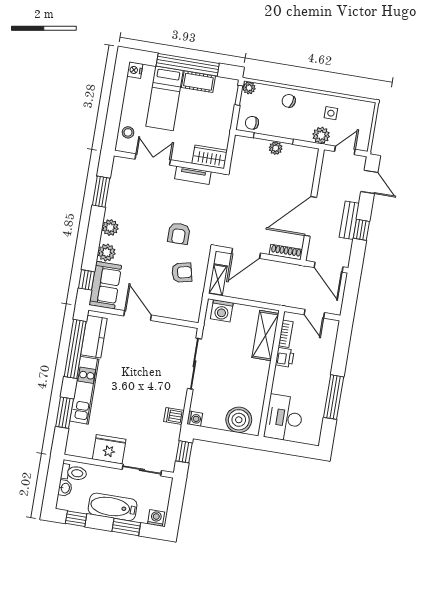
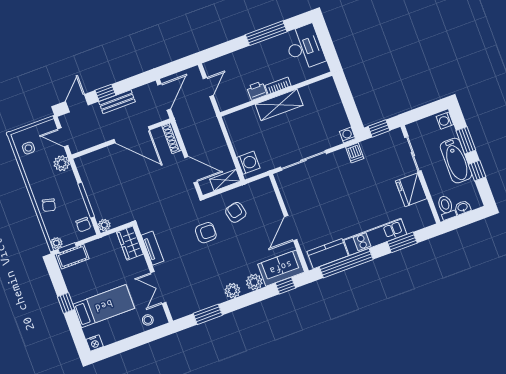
window: (188, 65) -> (66, 303), width x0.32
cot: (198, 82) -> (73, 257), moved, turned 90
side table: (331, 113) -> (28, 148), moved
plant: (276, 148) -> (104, 225), moved
window: (361, 230) -> (105, 93), moved
bookcase: (286, 334) -> (278, 86), moved
shelving: (265, 335) -> (279, 105), moved
desk: (284, 418) -> (305, 47), moved, turned -90
boiler: (239, 420) -> (328, 99), removed
window: (76, 519) -> (477, 171), moved

